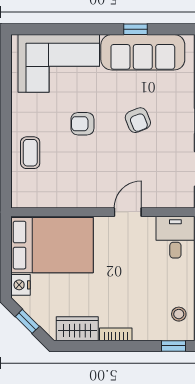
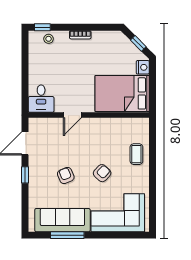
window: (136, 29) -> (67, 235), width x2.17
armchair: (82, 124) -> (102, 173), turned -47
stool: (179, 314) -> (49, 39), moved
wardrobe: (77, 329) -> (106, 38), removed

